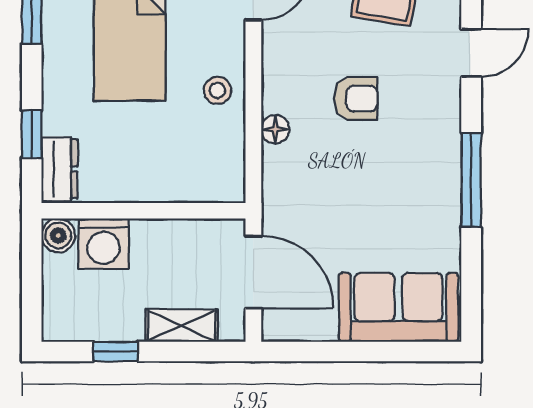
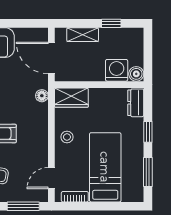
floor lamp: (275, 129) -> (42, 96), moved
window: (32, 134) -> (148, 132), moved
wardrobe: (207, 181) -> (71, 98), added

